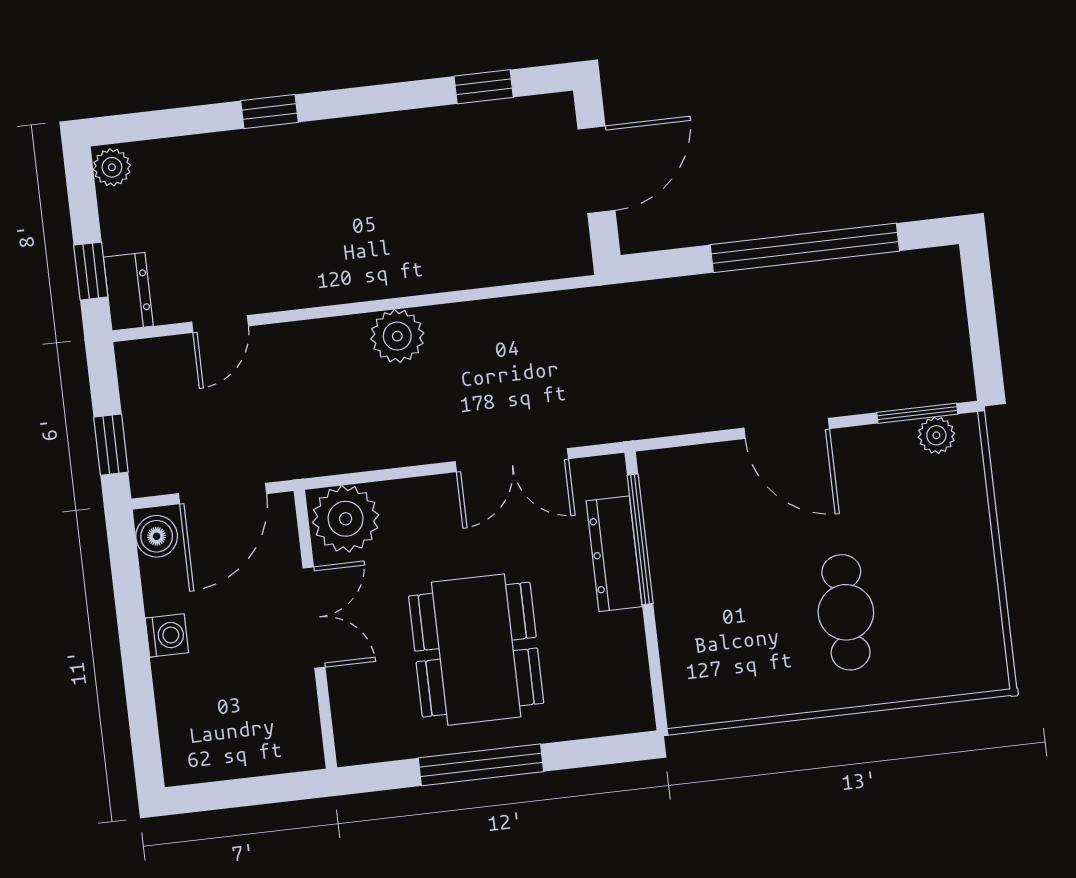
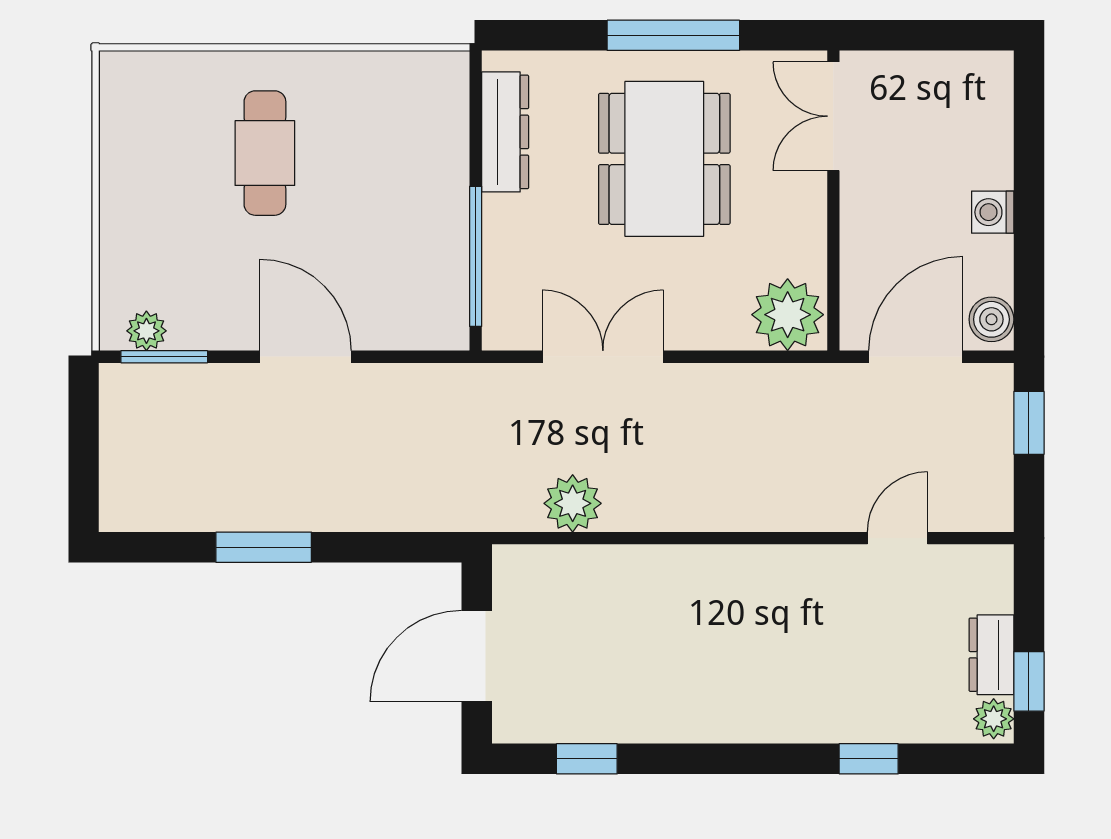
window: (269, 112) -> (869, 759), moved
window: (805, 248) -> (264, 547), width x0.47
window: (91, 271) -> (1029, 681), moved
dresser: (128, 292) -> (991, 655), moved
plant: (397, 336) -> (573, 503), moved
dresser: (614, 554) -> (505, 132), moved
double door: (314, 618) -> (833, 116), moved

